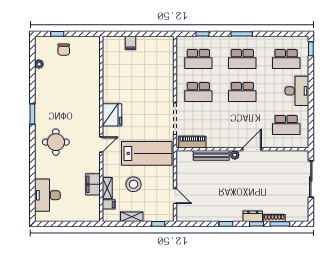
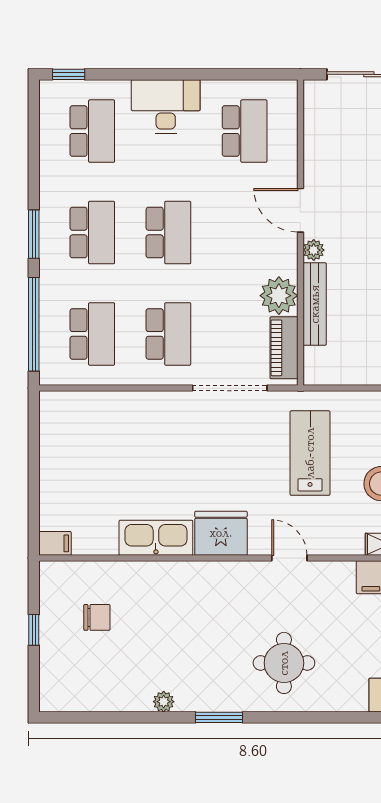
window: (57, 34) -> (34, 630), moved
window: (203, 34) -> (34, 324), width x3.17
filing cabinet: (131, 43) -> (55, 543), moved
chair: (64, 50) -> (97, 617), moved
plant: (39, 64) -> (164, 702), moved
kitchen sink: (110, 87) -> (156, 538), added
plant: (215, 140) -> (279, 296), added
lab bench: (147, 153) -> (310, 453), width x0.73, depth x0.72

